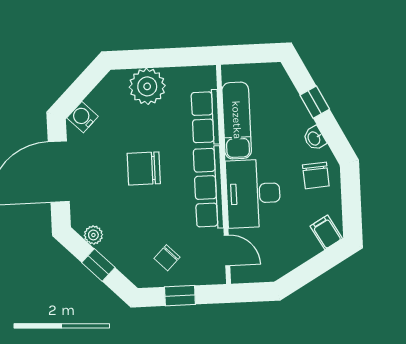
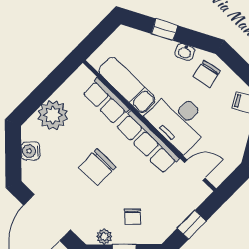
water cooler: (83, 117) -> (30, 151), moved
chair: (316, 175) -> (207, 74), turned 82
chair: (167, 258) -> (133, 217), moved

